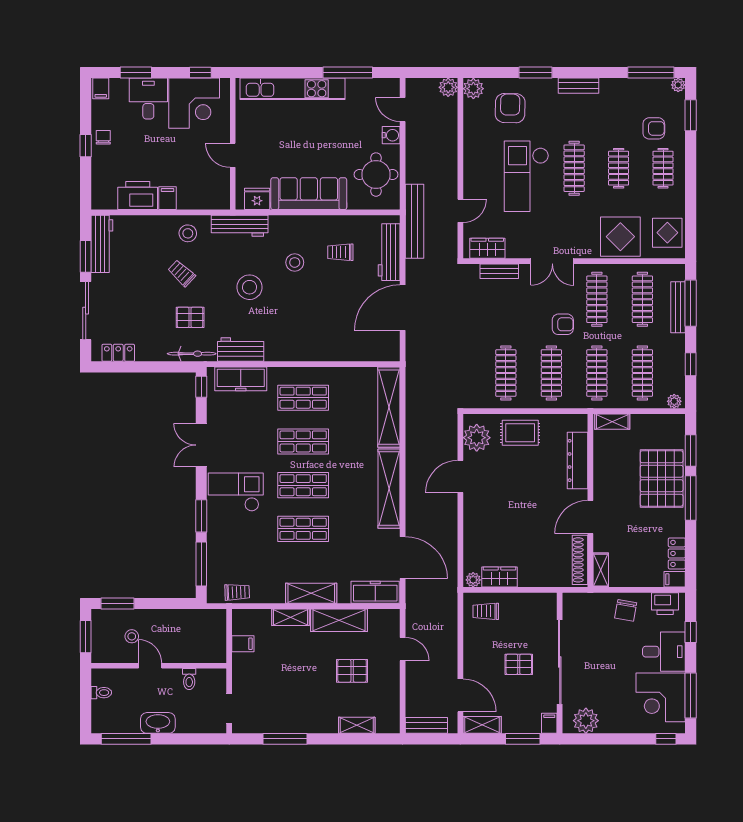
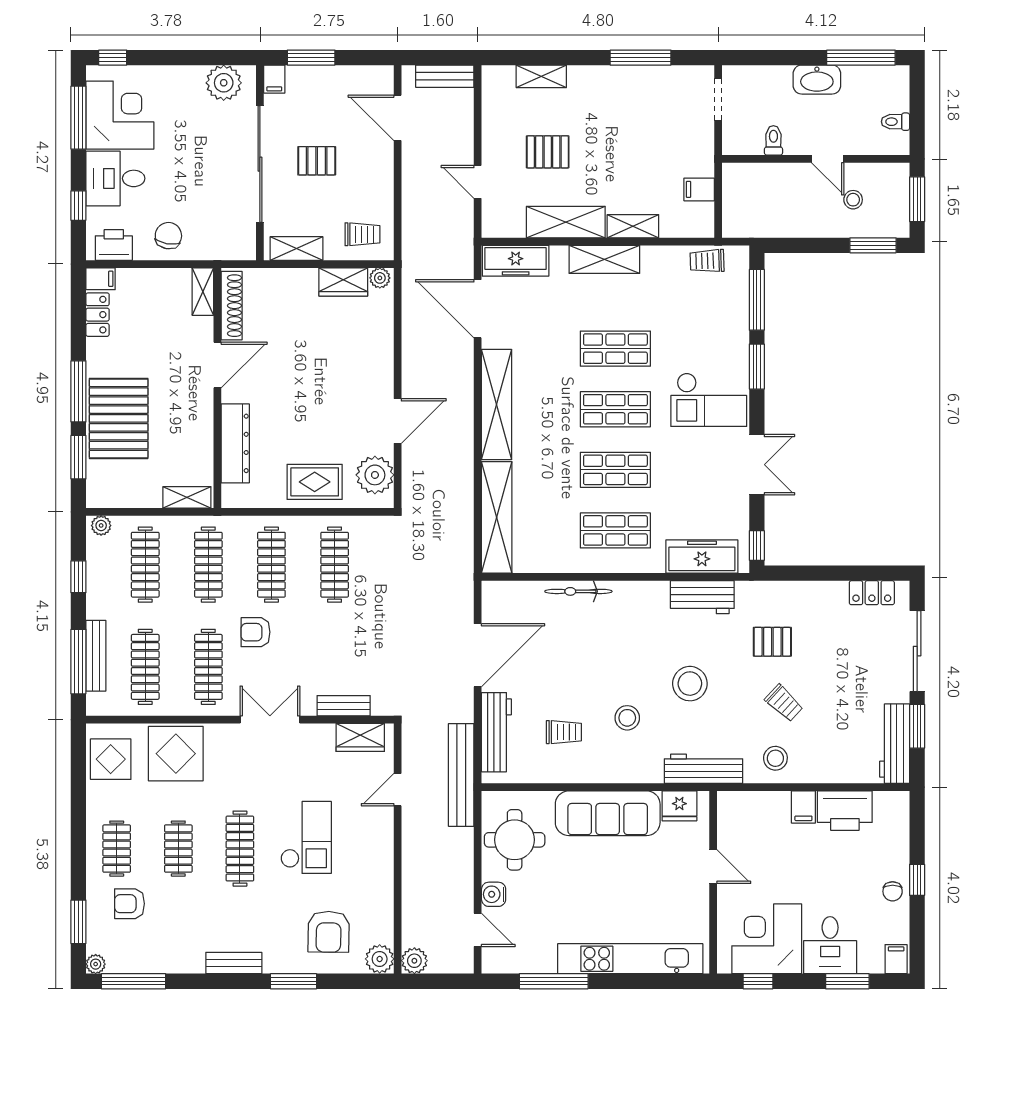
checkout: (526, 176) -> (306, 837), width x0.73, depth x0.83
bicycle: (192, 354) -> (578, 591), moved
shelving: (482, 725) -> (296, 248), moved

